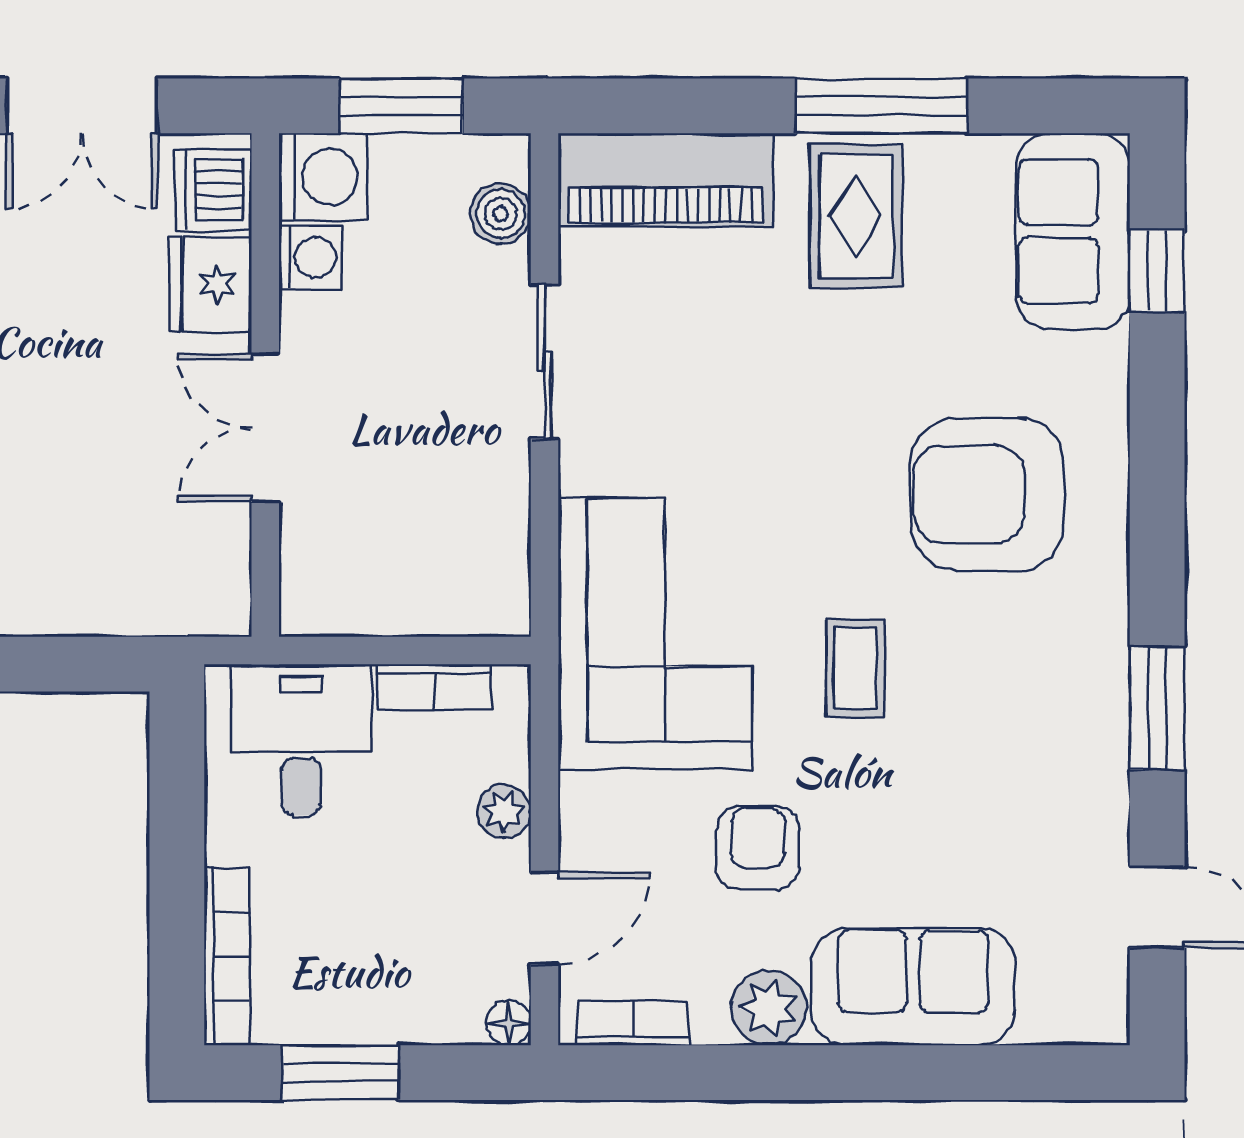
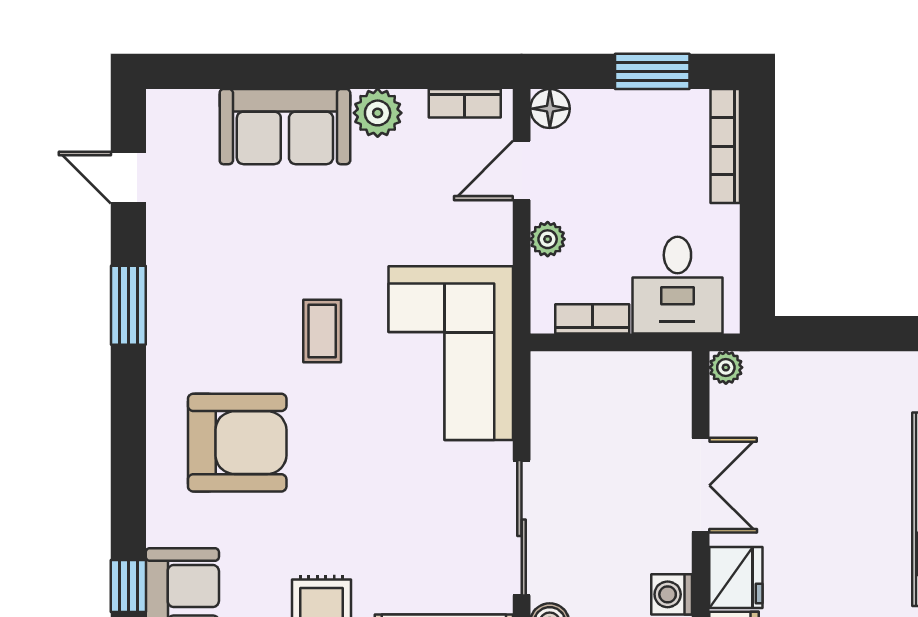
sliding door: (544, 362) -> (522, 528), width x1.37
plant: (226, 611) -> (726, 367), added
armchair: (758, 848) -> (385, 216), removed
floor lamp: (508, 1023) -> (550, 109), width x1.37, depth x1.37

